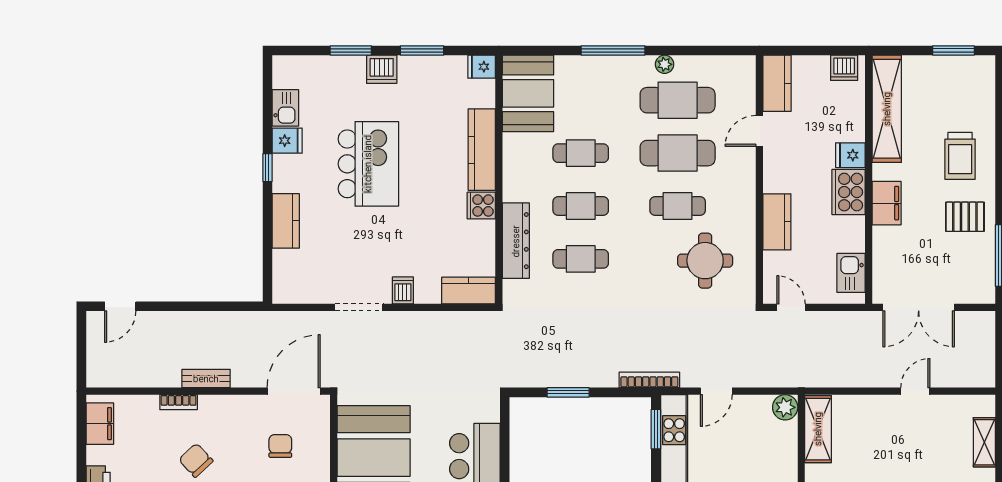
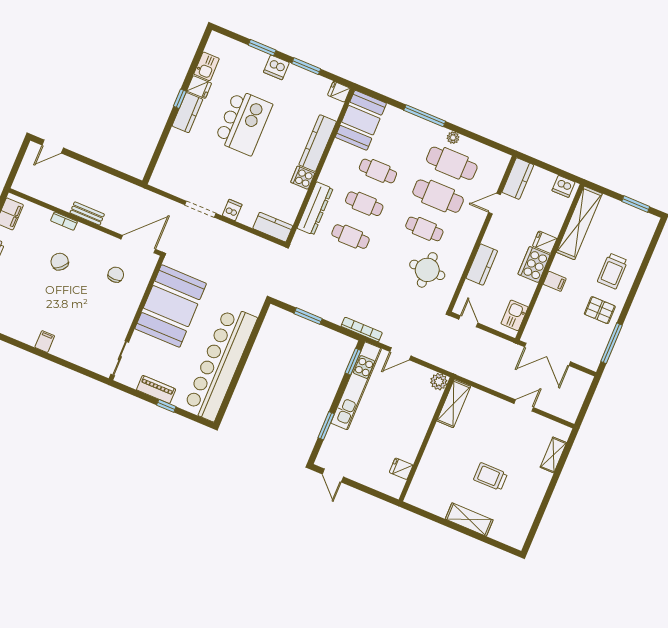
filing cabinet: (887, 203) -> (555, 281), width x0.50
kitchen counter: (286, 221) -> (187, 113), moved

